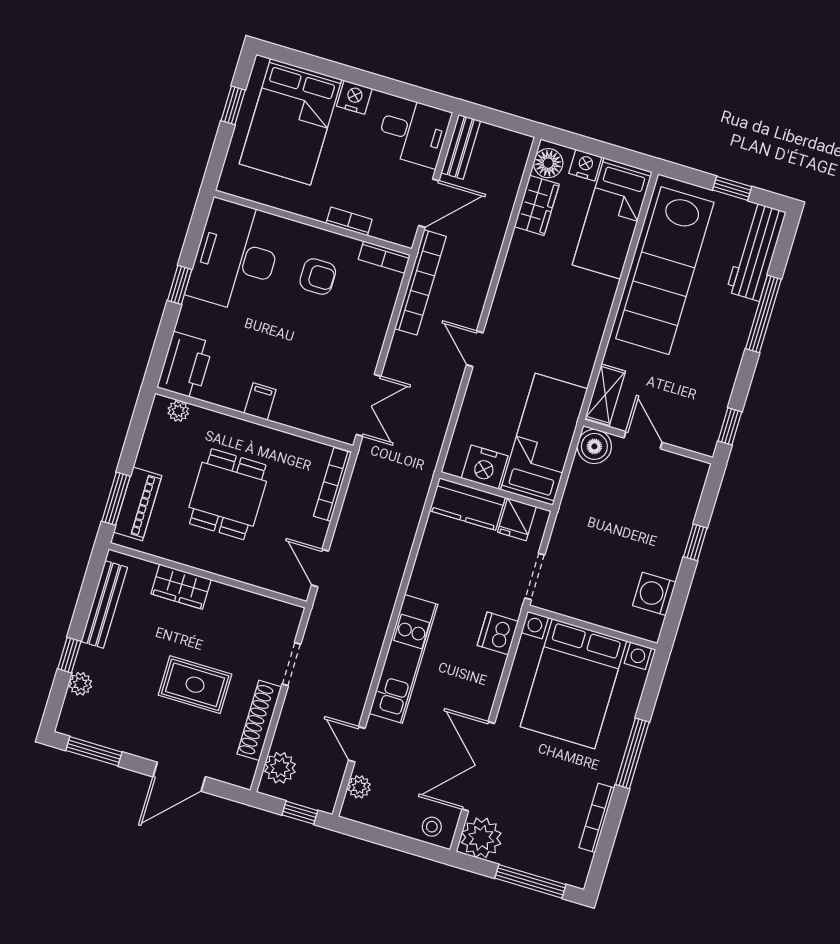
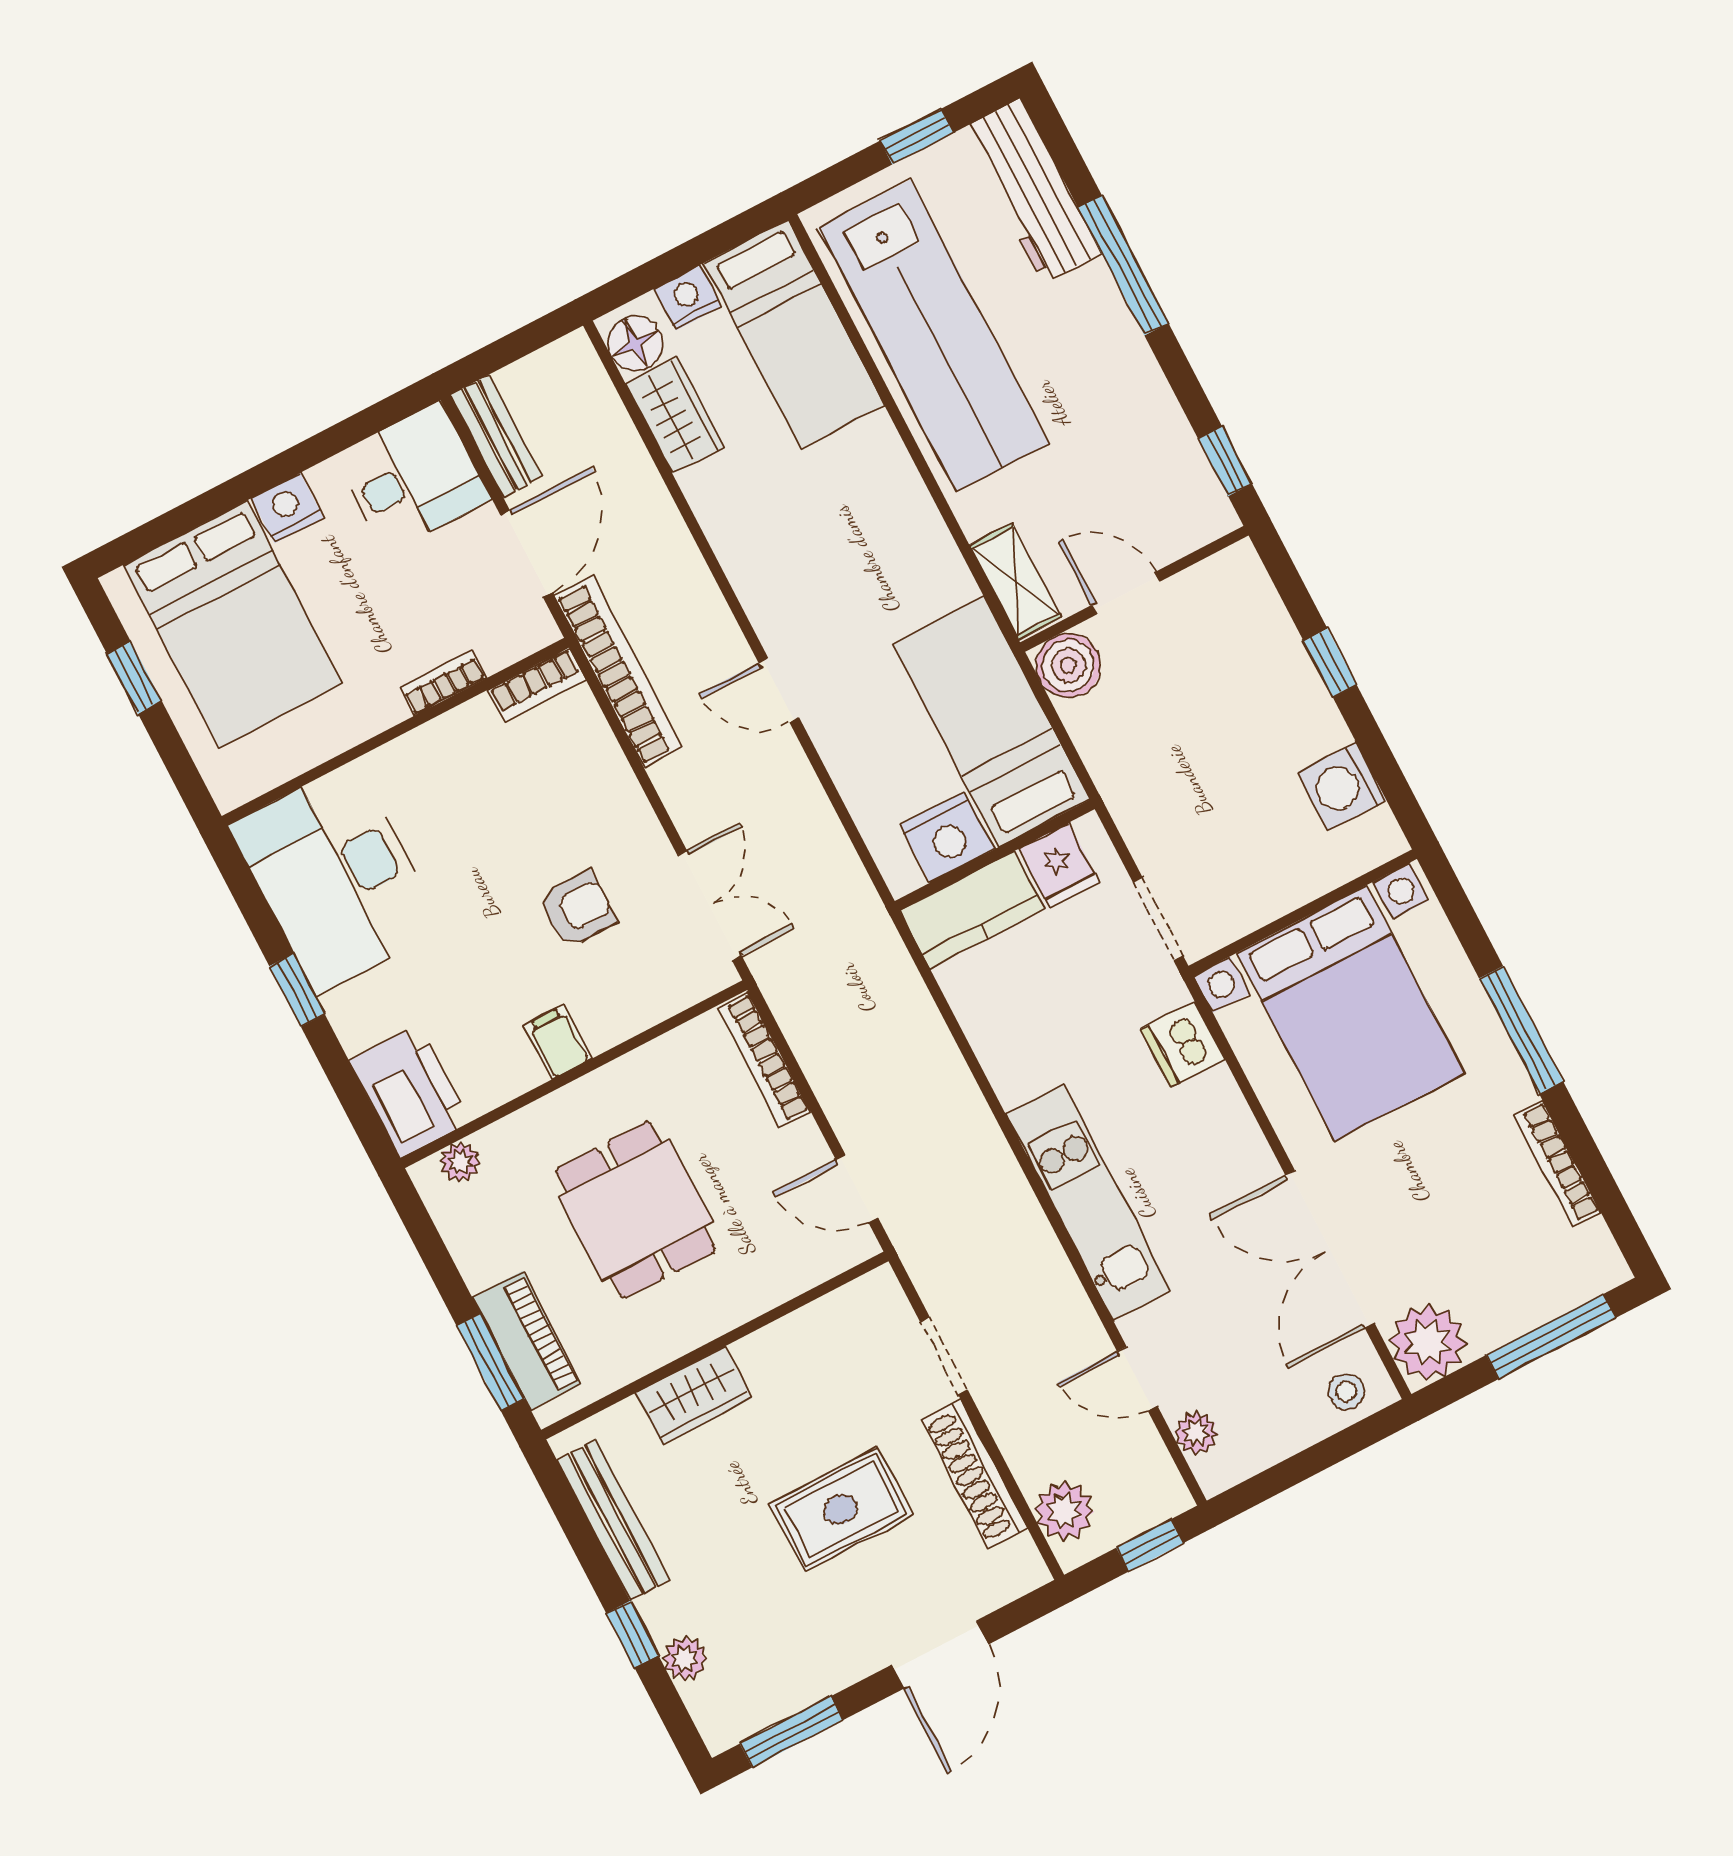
armchair: (318, 276) -> (577, 909), moved

